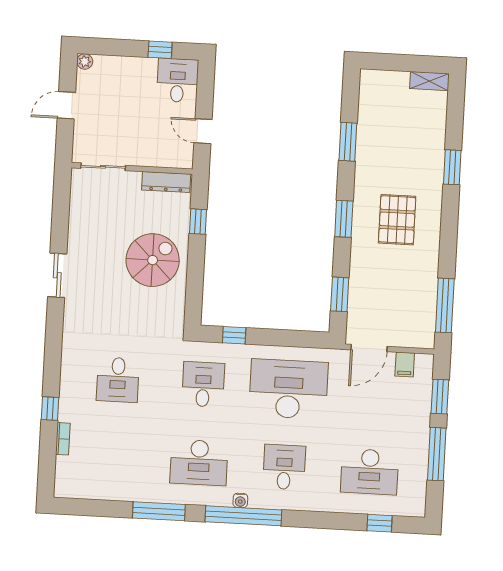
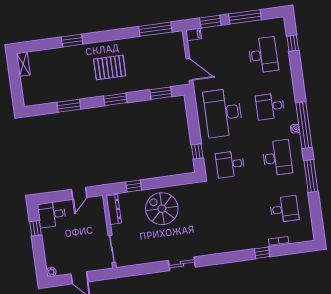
filing cabinet: (405, 365) -> (194, 34), moved
desk: (118, 380) -> (284, 209), moved

